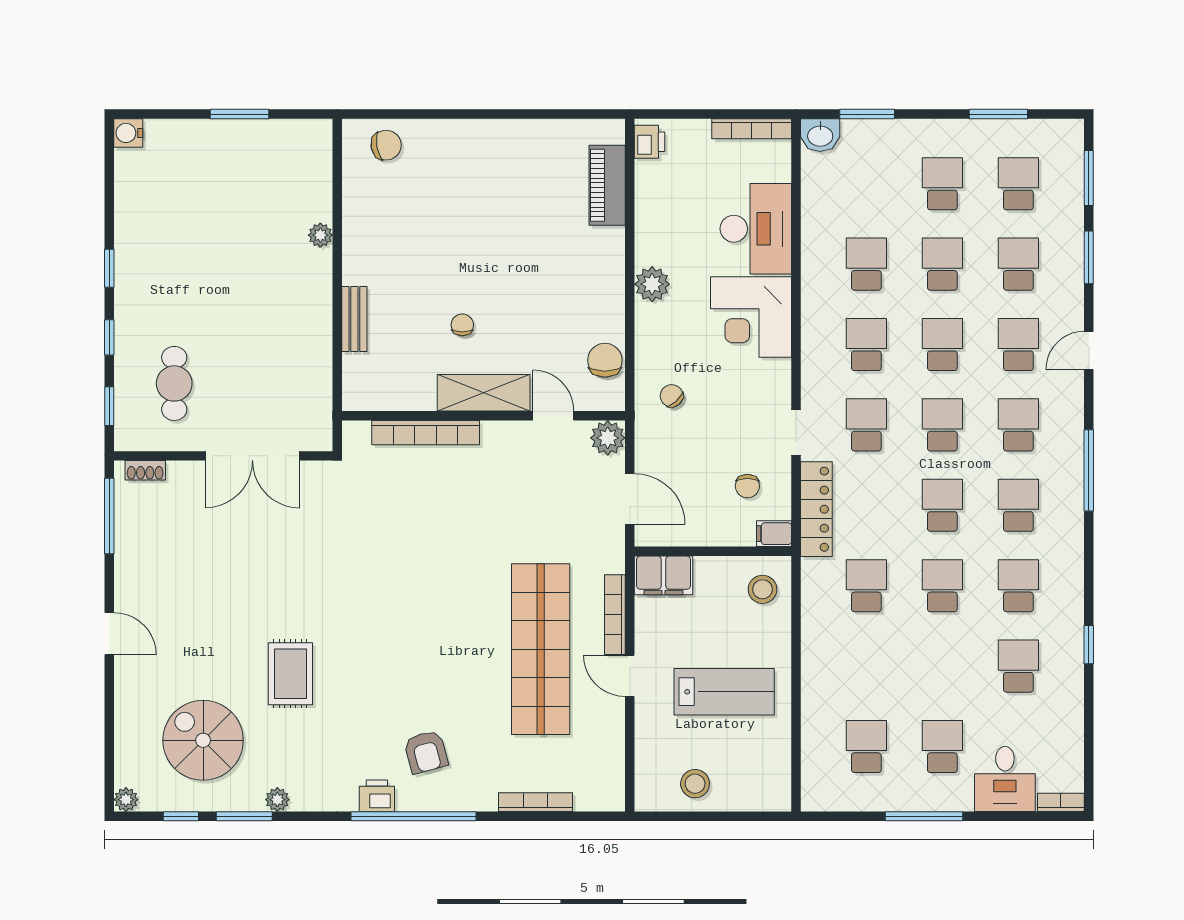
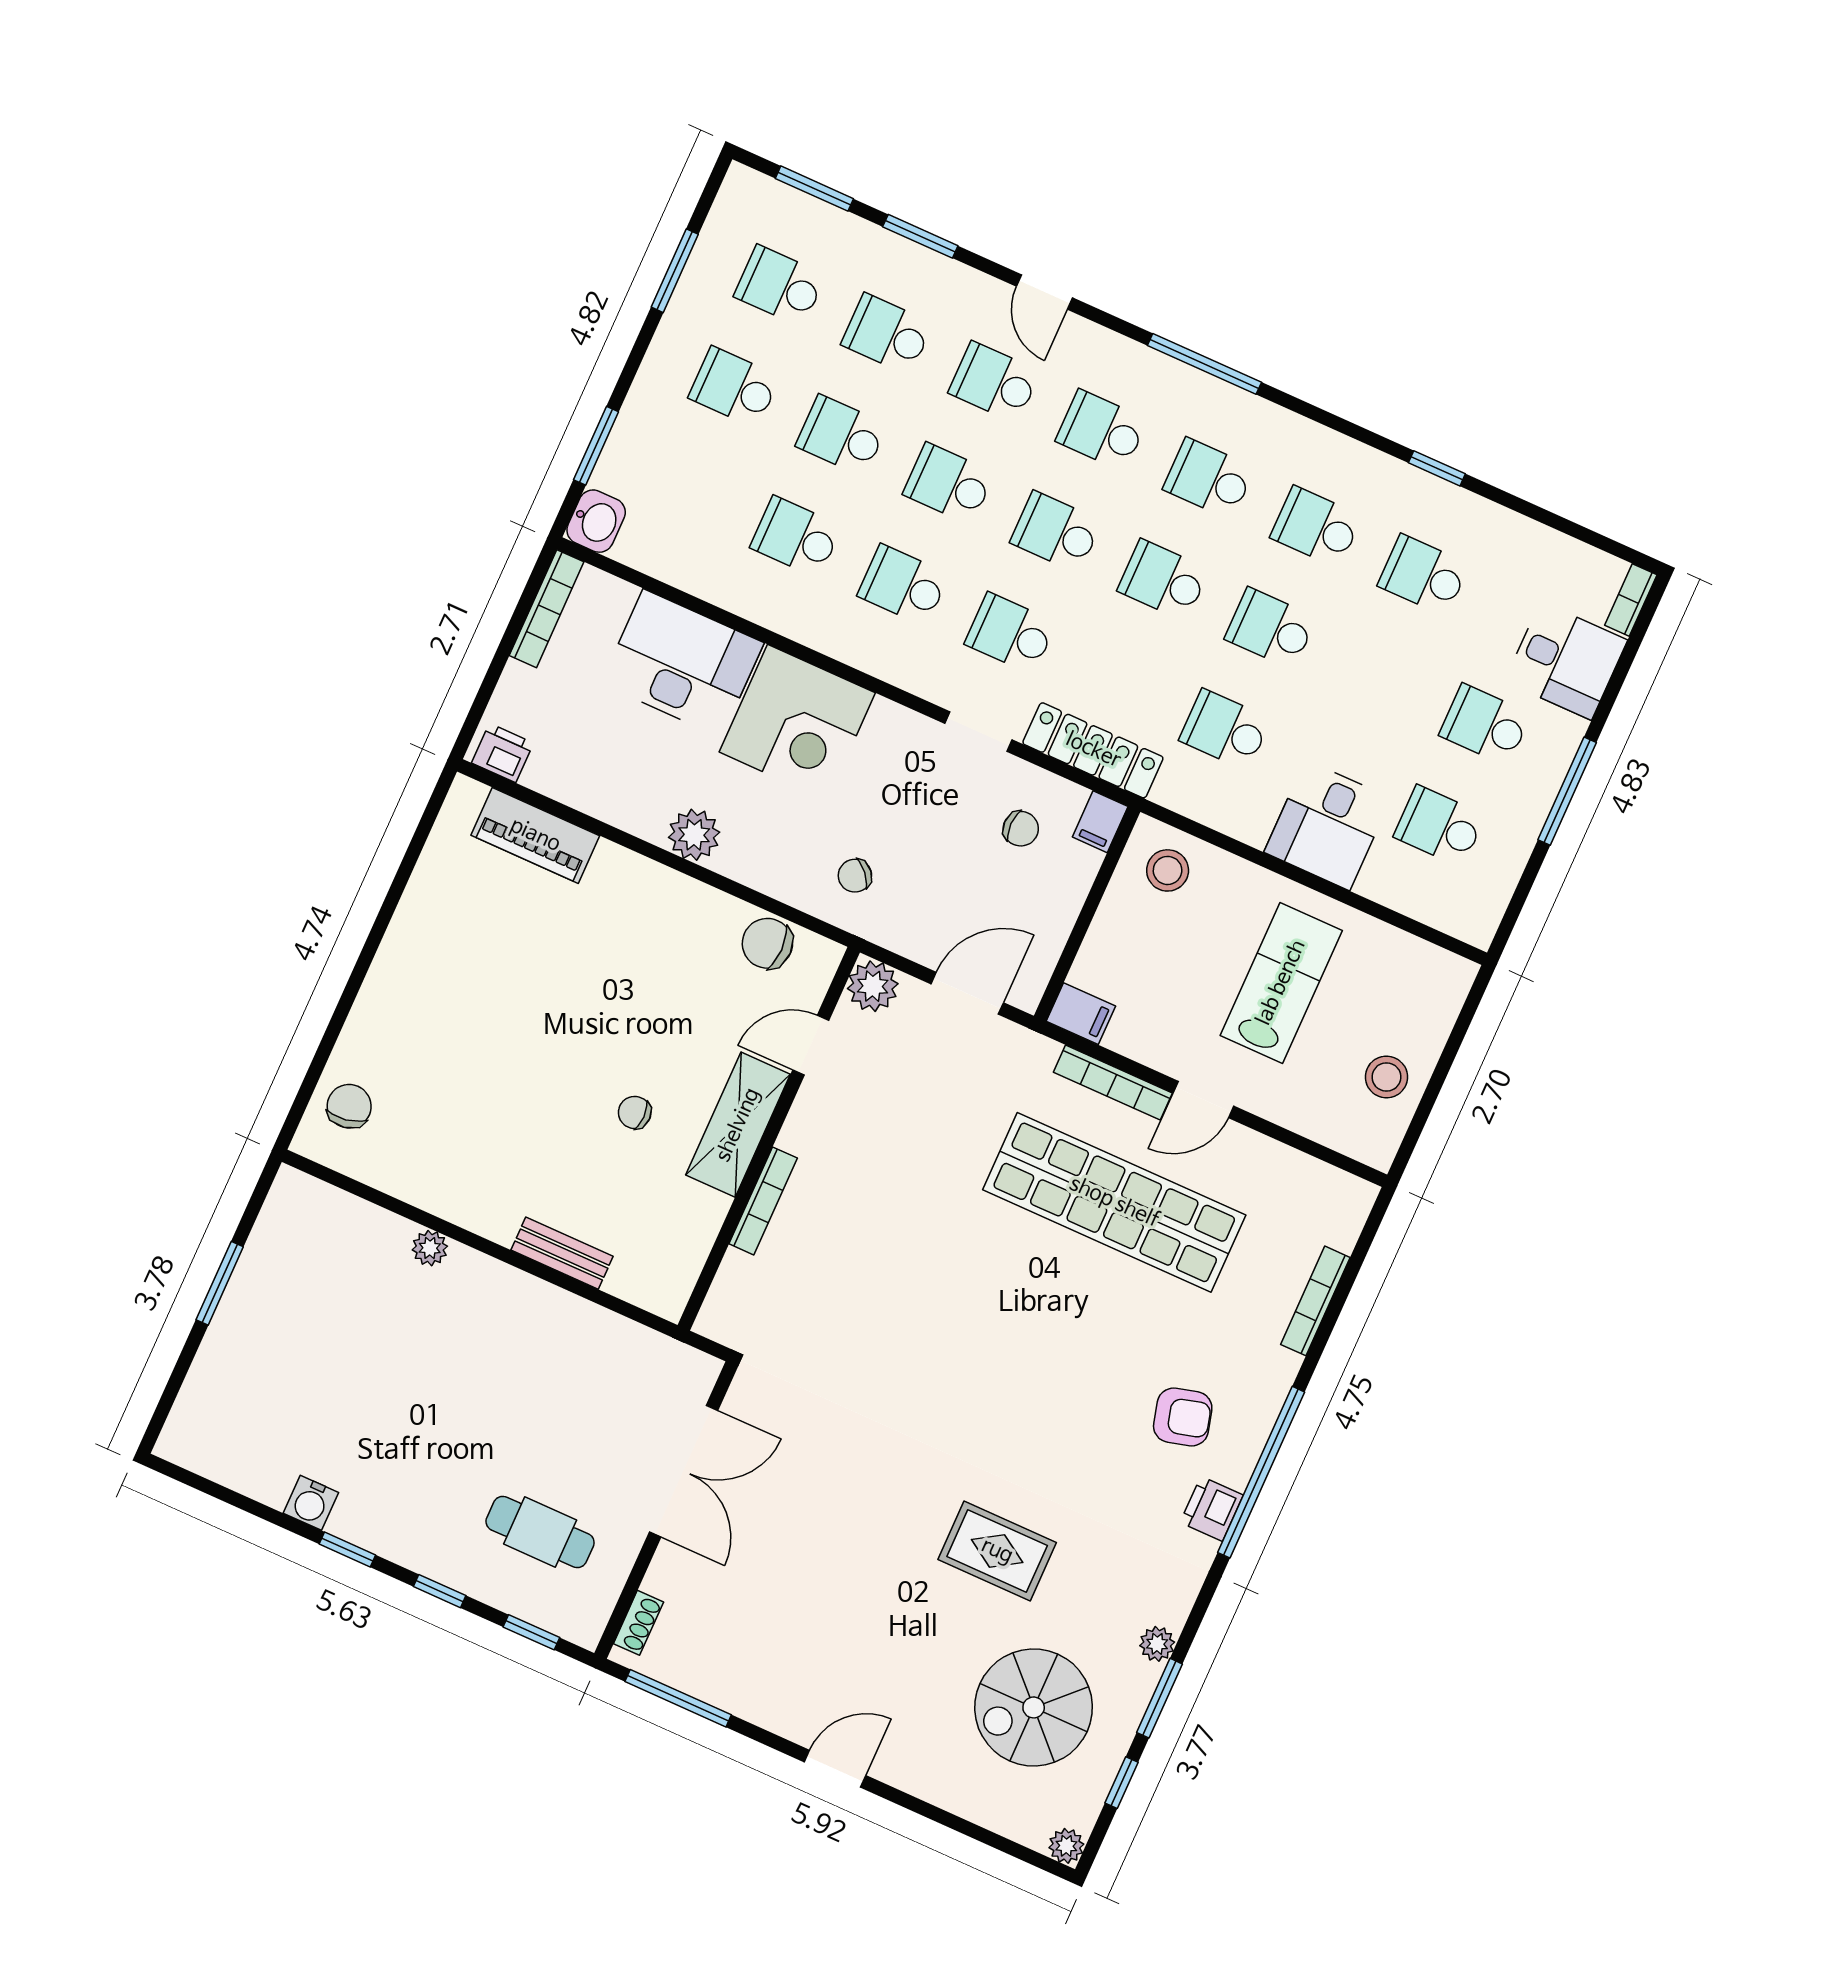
water cooler: (128, 133) -> (311, 1503), moved
bookcase: (426, 433) -> (763, 1201), width x0.68, depth x0.76
filing cabinet: (664, 575) -> (1081, 1014), width x0.50
desk: (835, 676) -> (1328, 825), added

